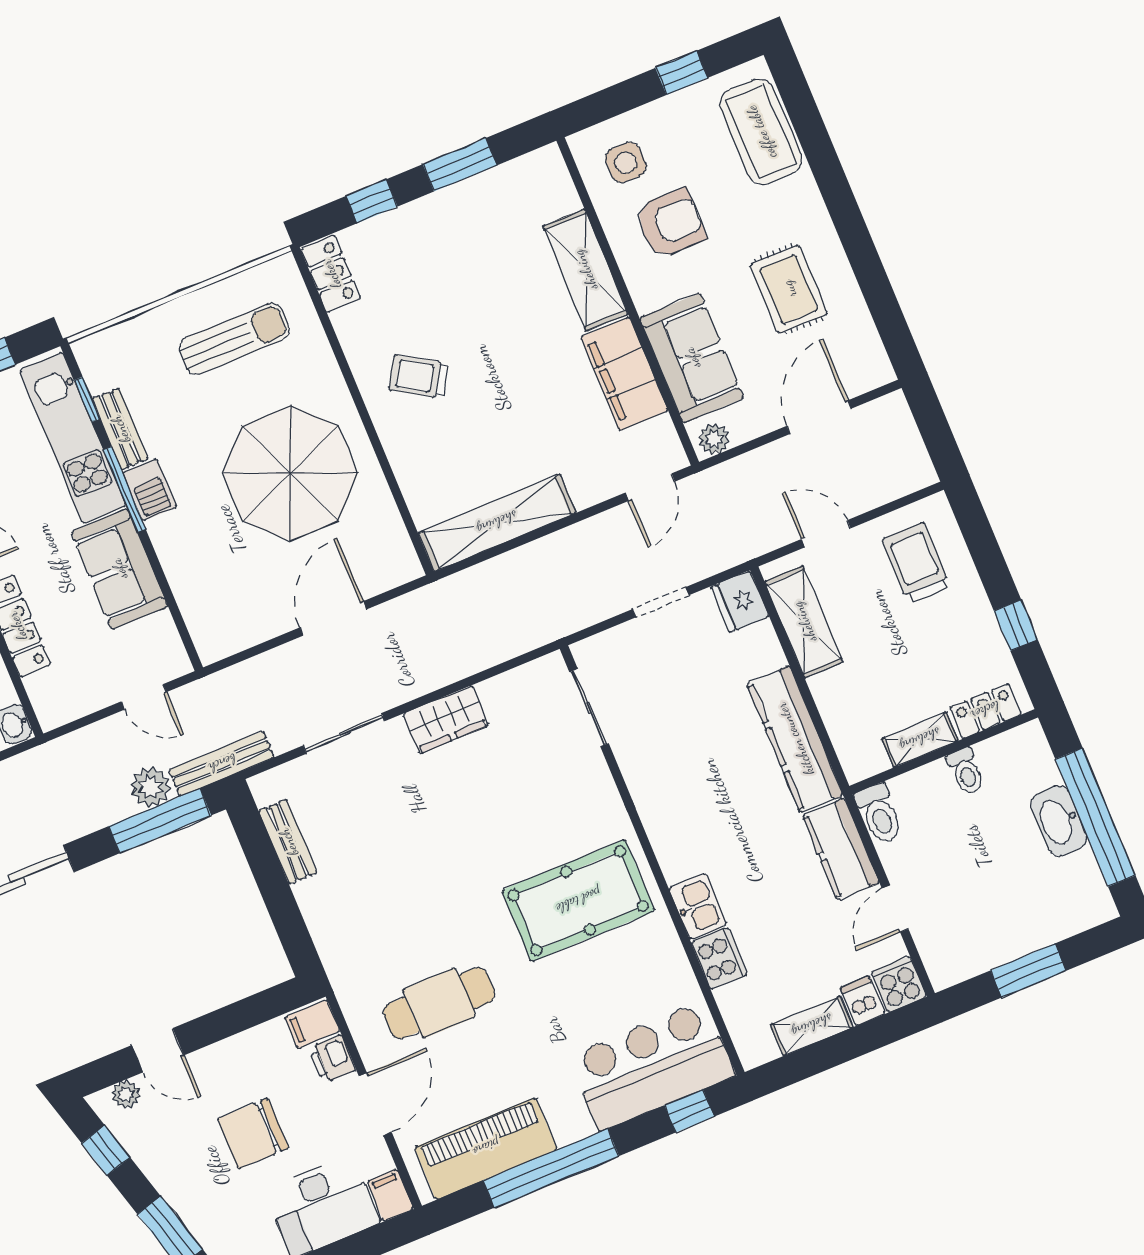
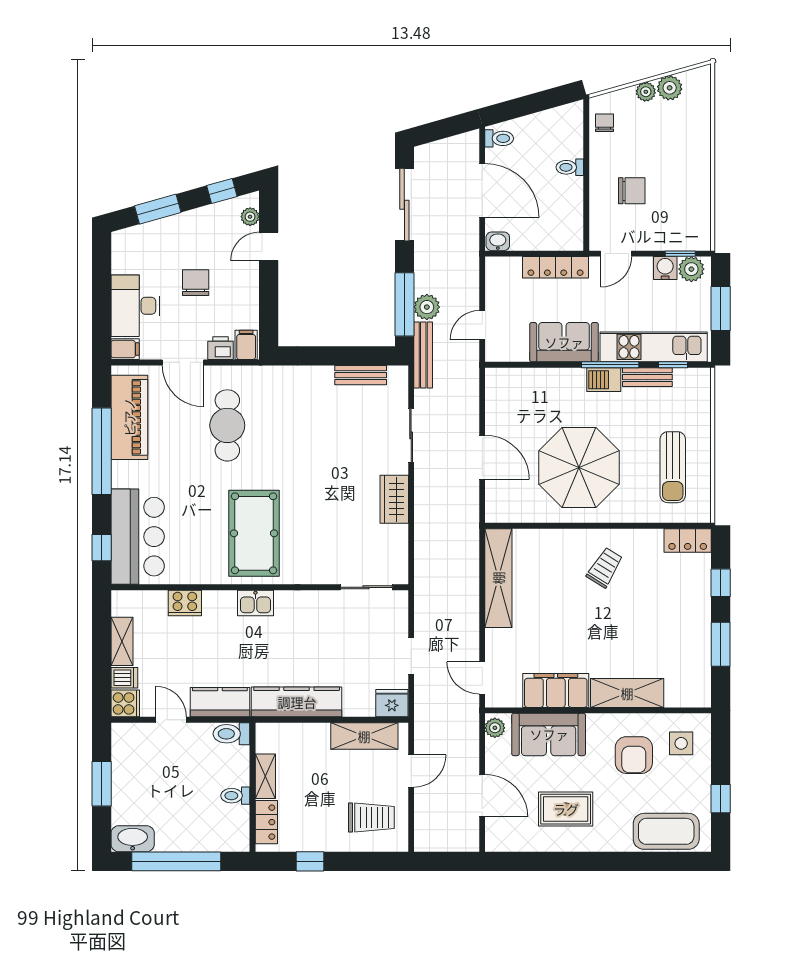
washbasin: (1059, 821) -> (133, 839), moved
kitchen sink: (698, 906) -> (255, 603), moved
chair: (253, 1133) -> (196, 283), width x0.73, depth x0.73

